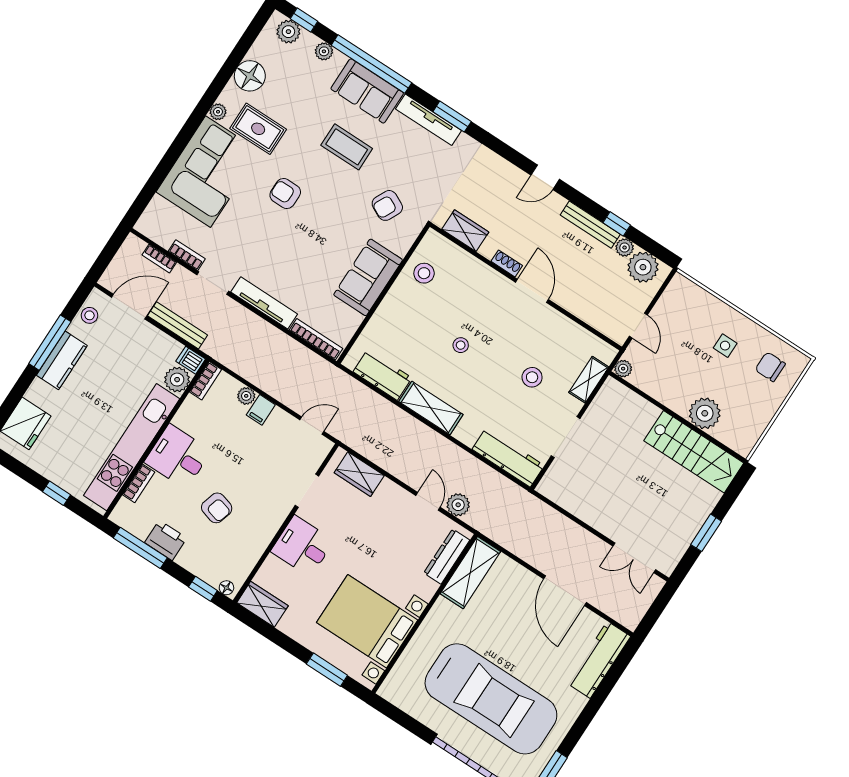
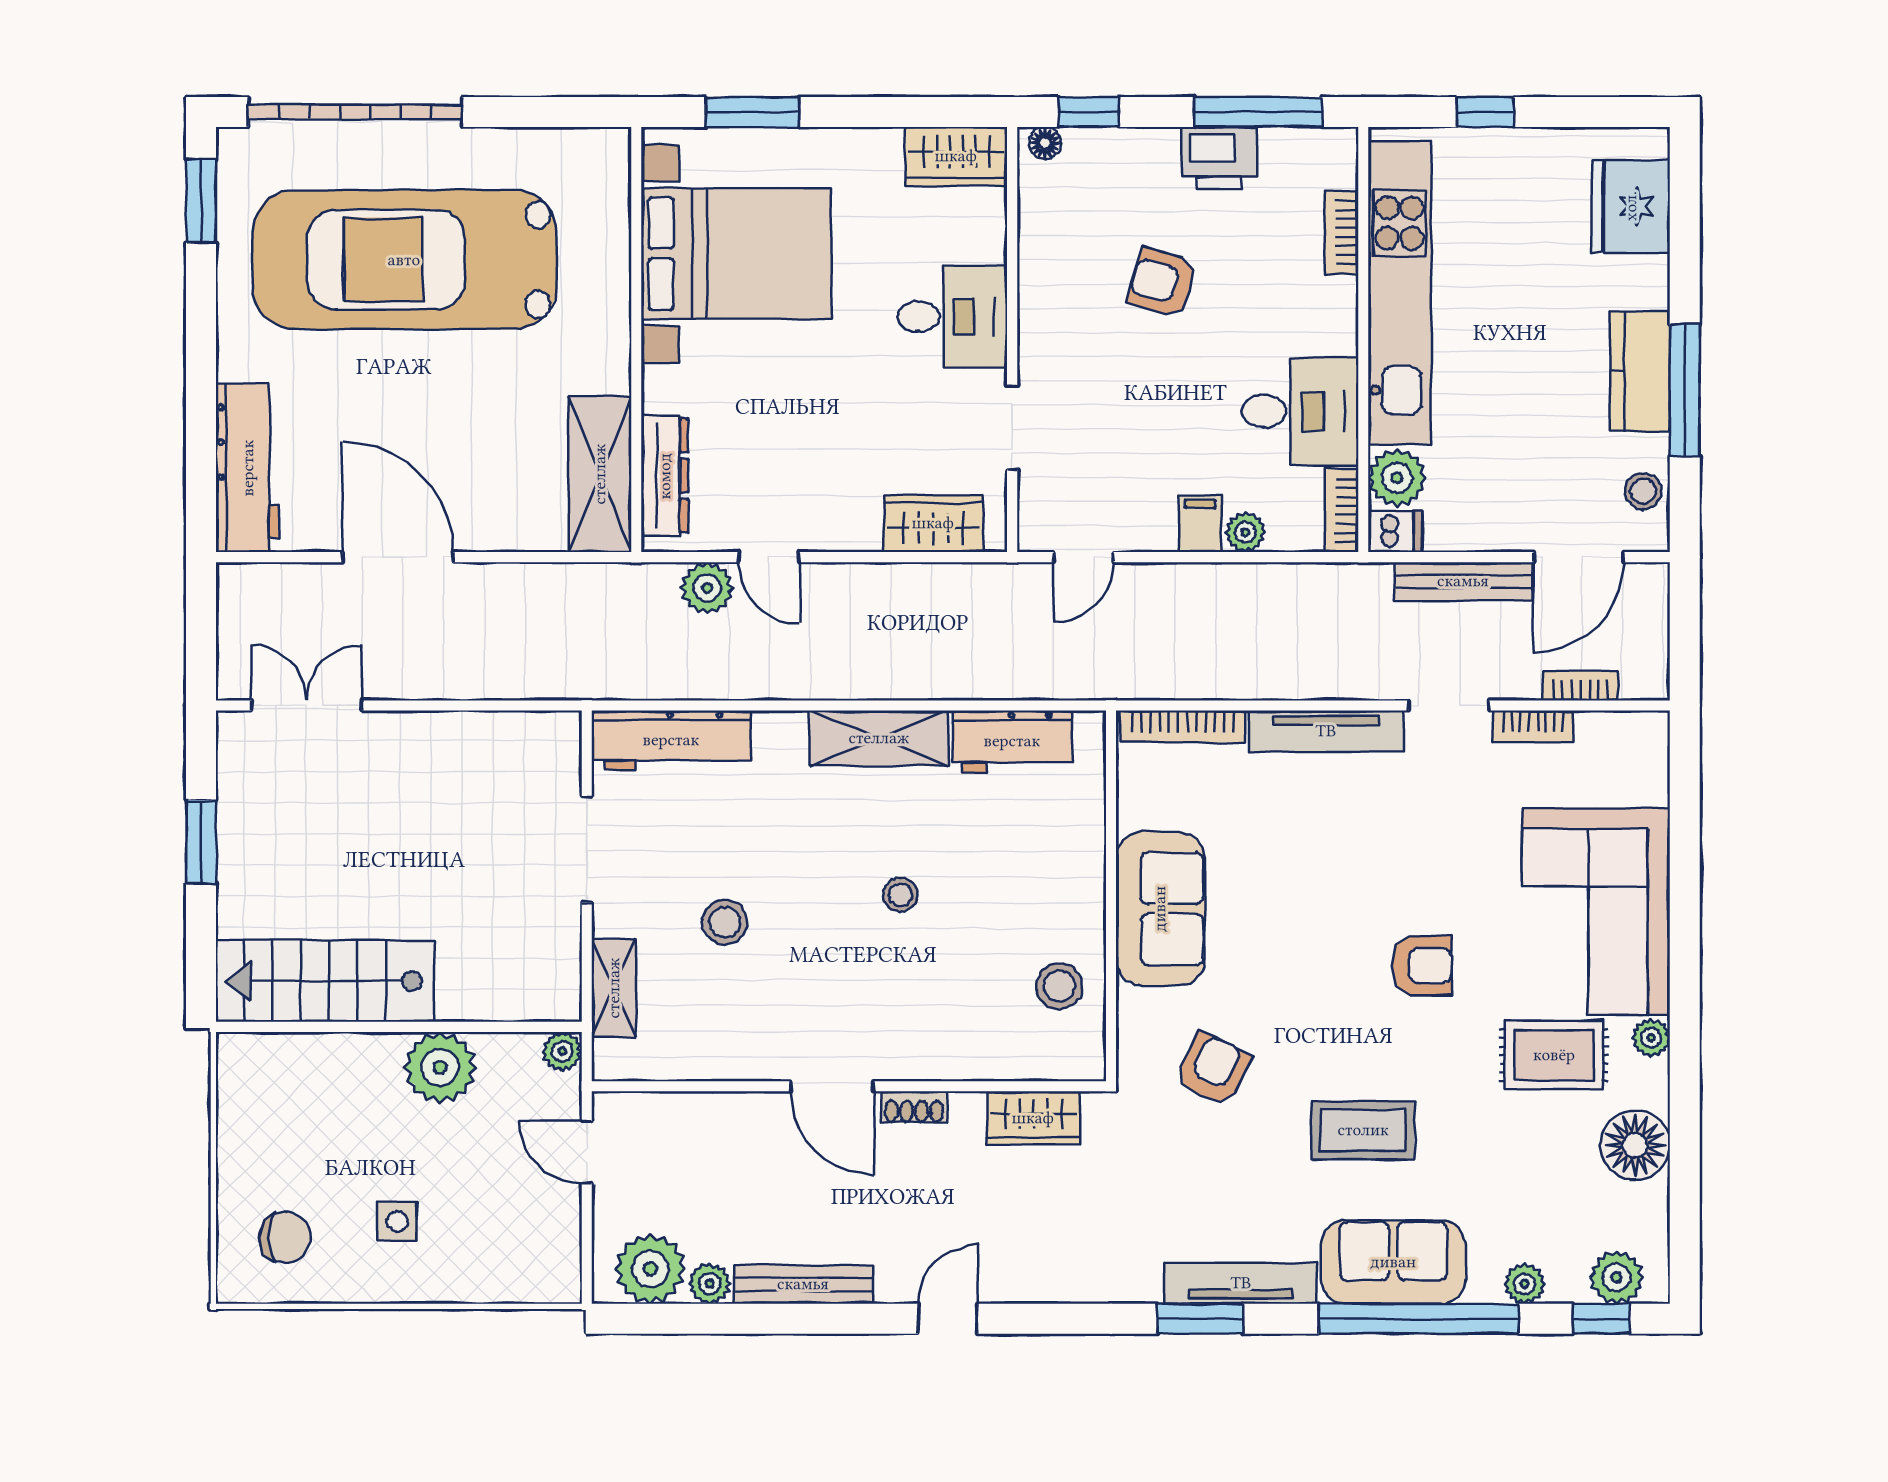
window: (617, 224) -> (754, 1319), removed
plant: (705, 413) -> (440, 1068), moved
desk: (178, 456) -> (1300, 411), moved

